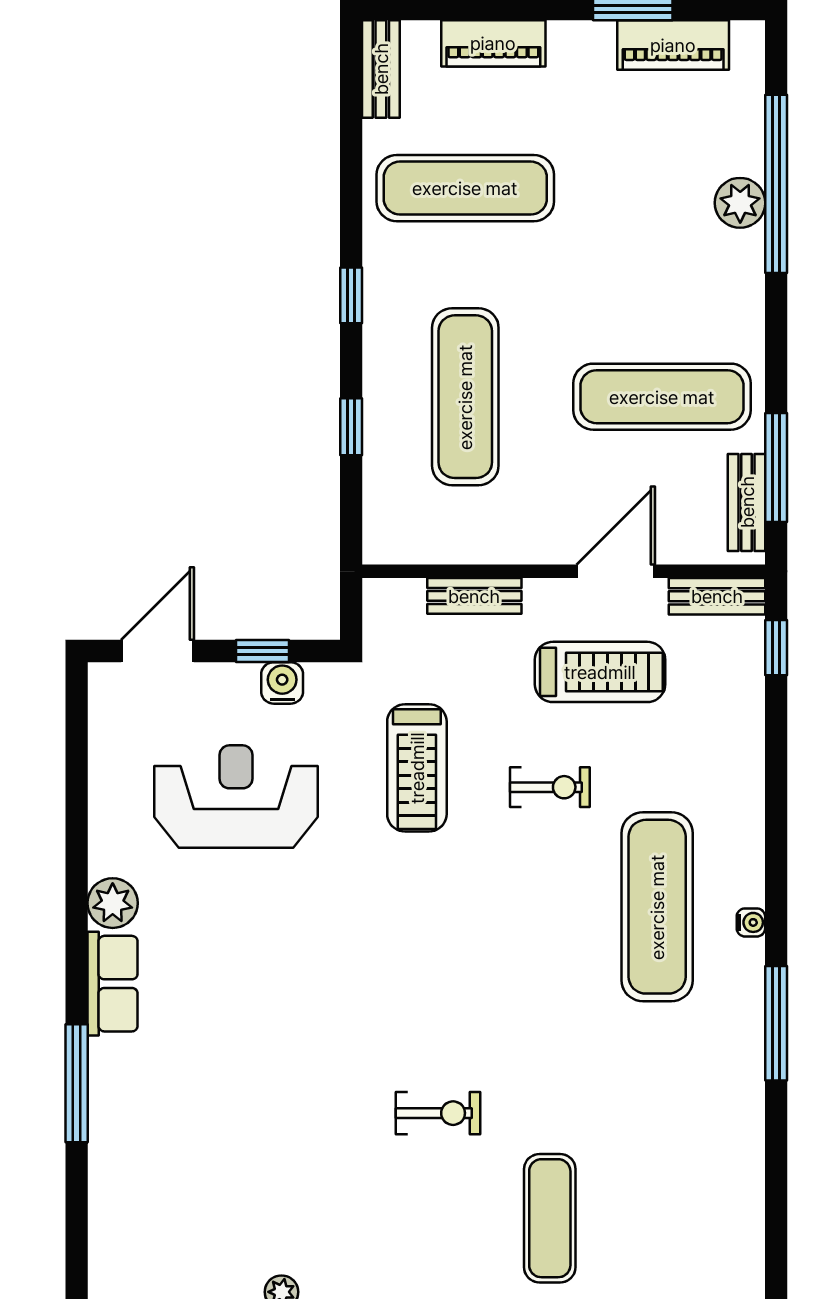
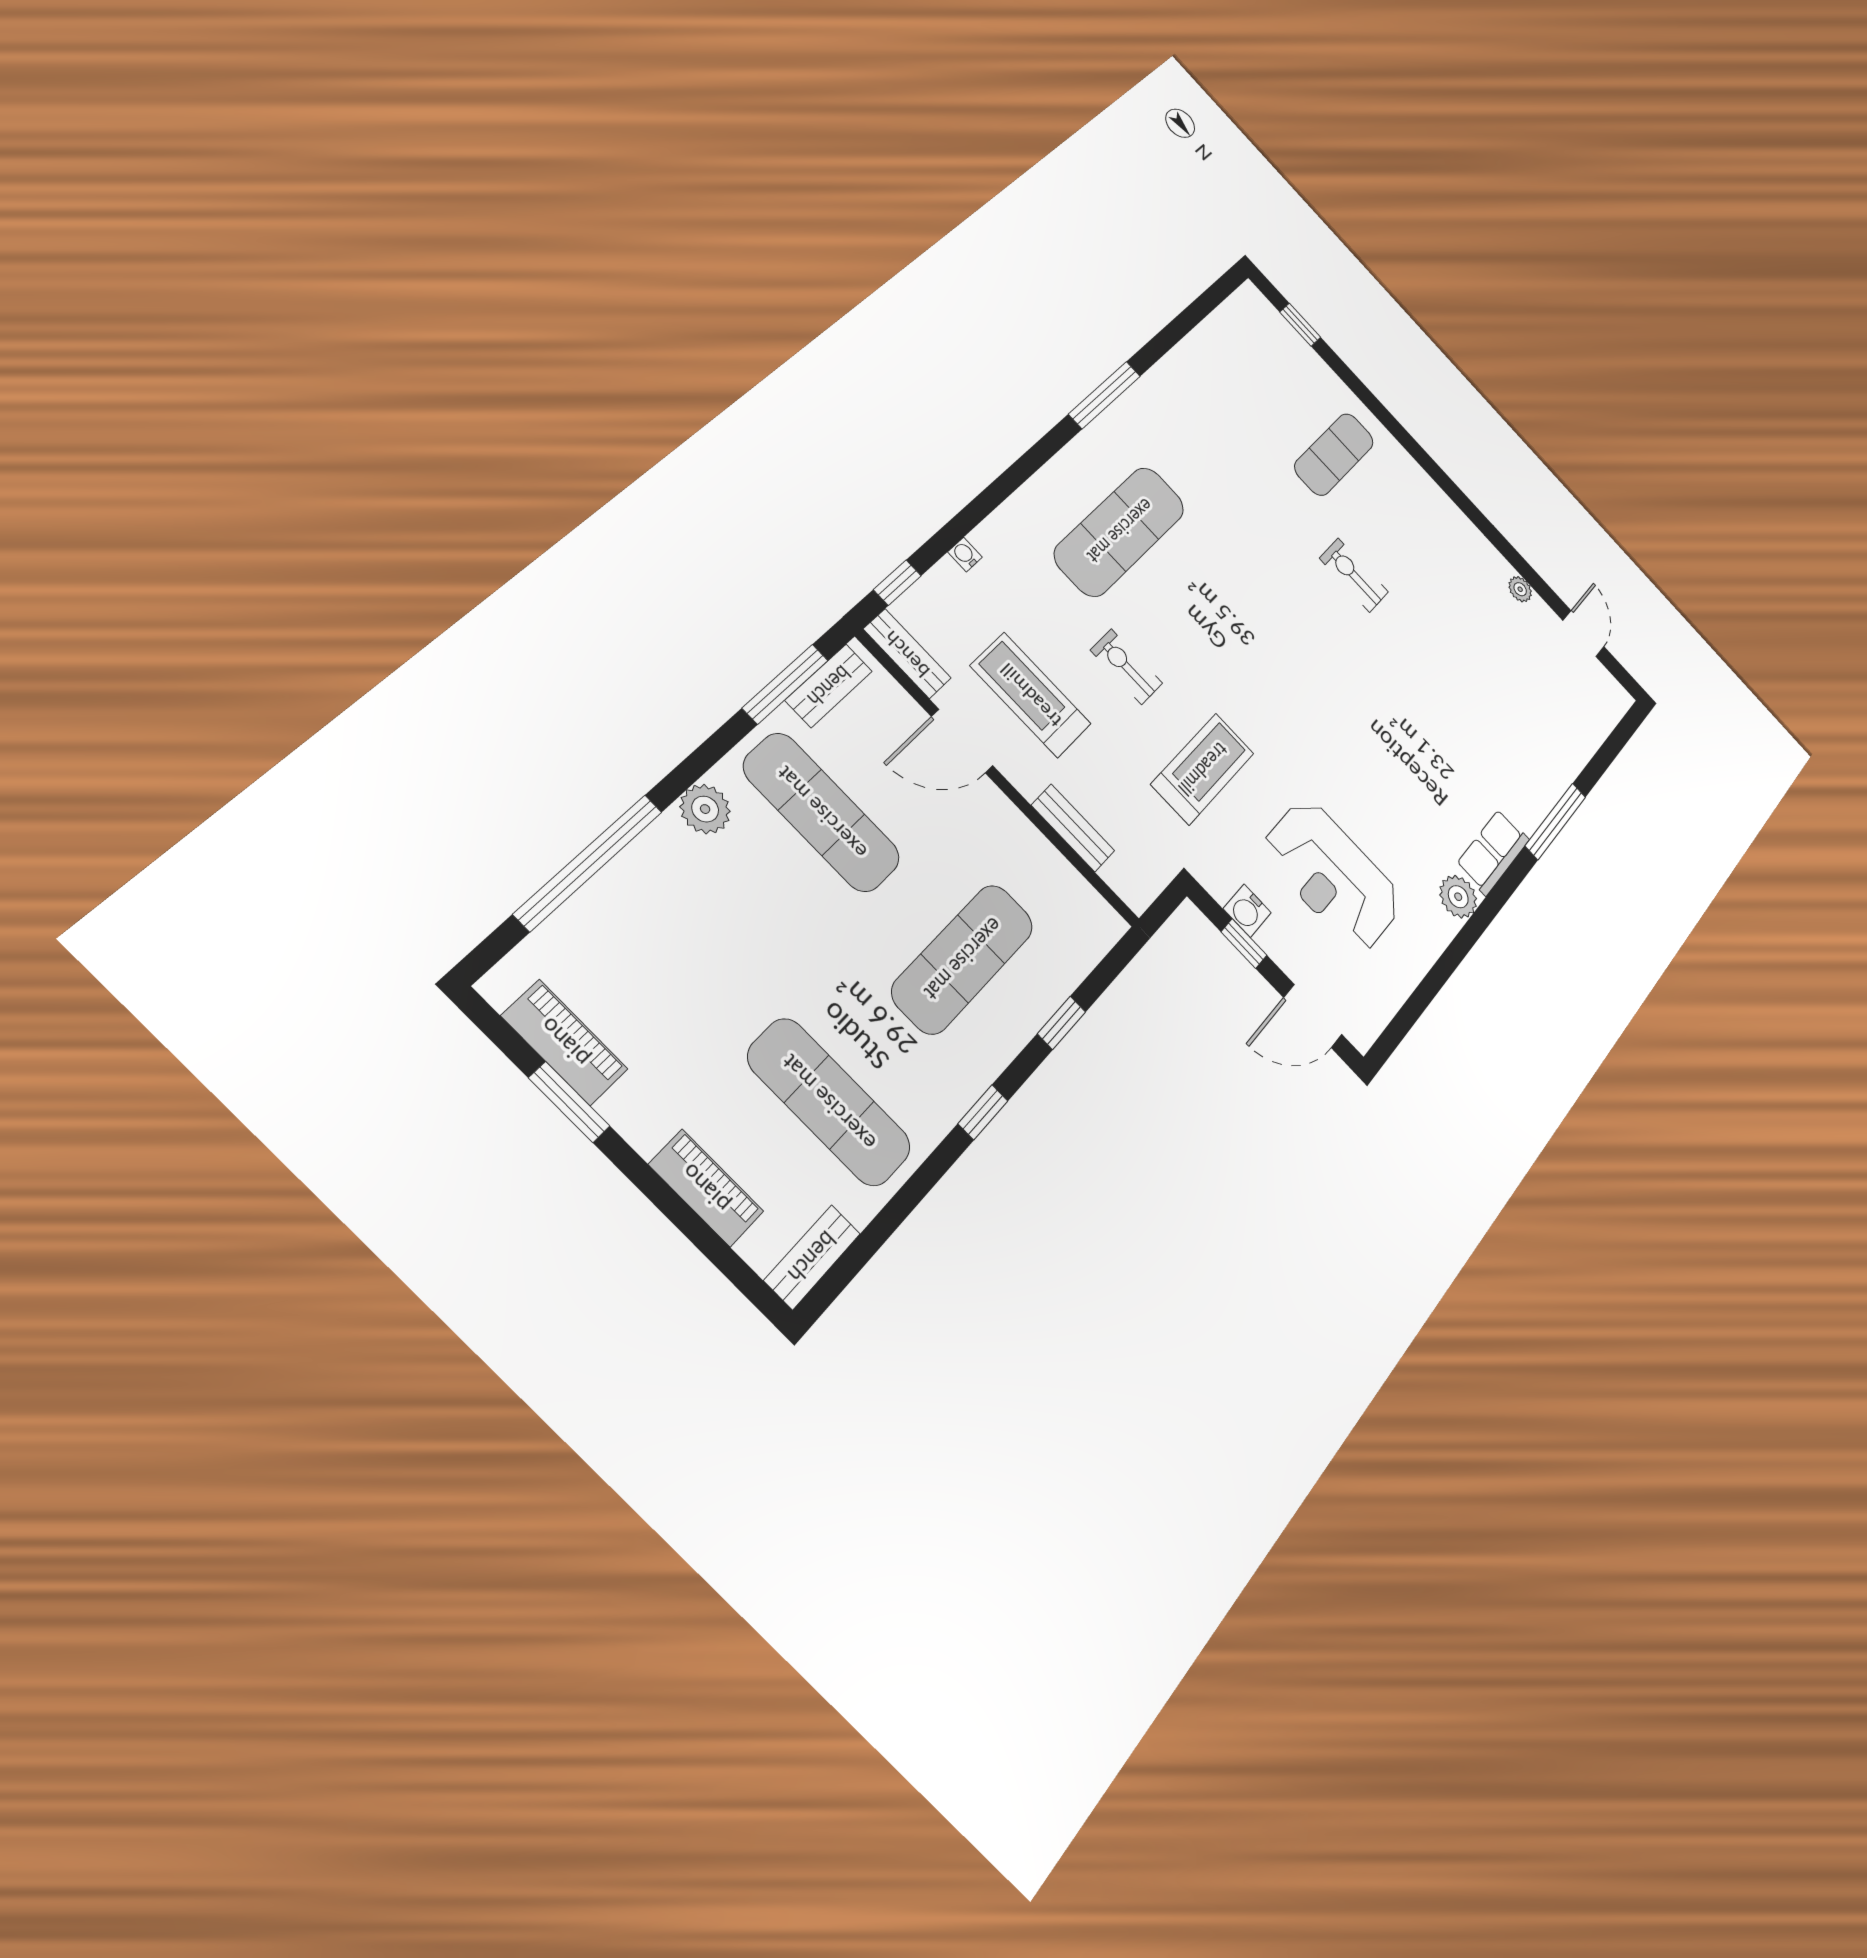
plant: (740, 203) -> (705, 809), moved
water cooler: (751, 922) -> (965, 555), moved

